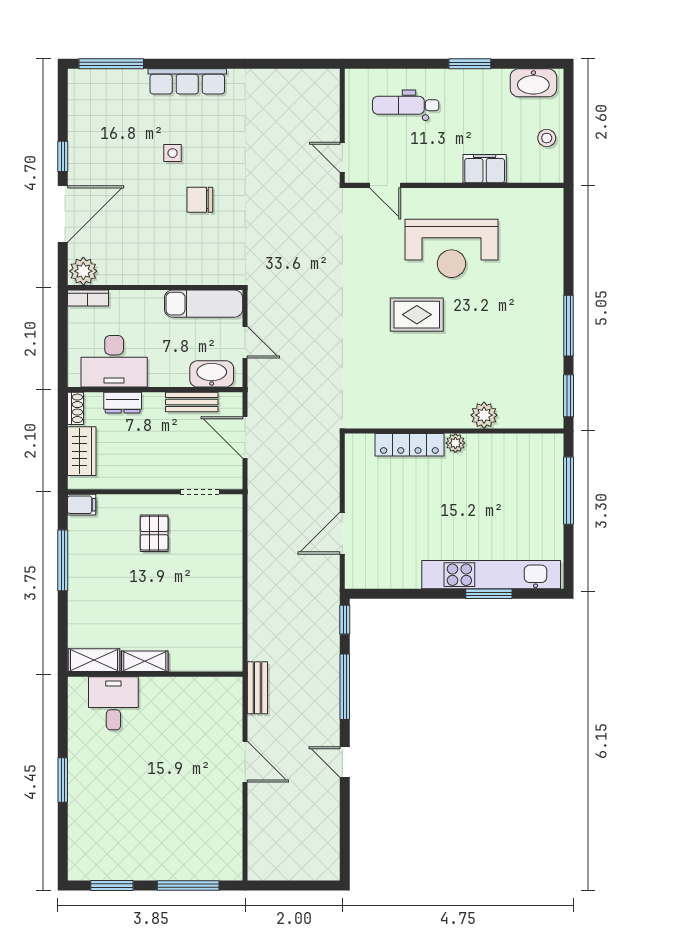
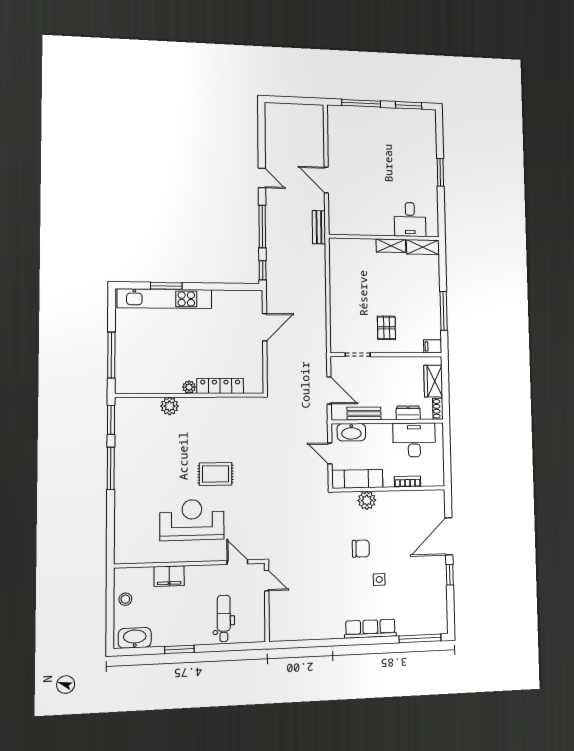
dental chair: (406, 105) -> (224, 618), turned -90
plant: (83, 271) -> (367, 500), moved
bookcase: (88, 298) -> (407, 482), moved

